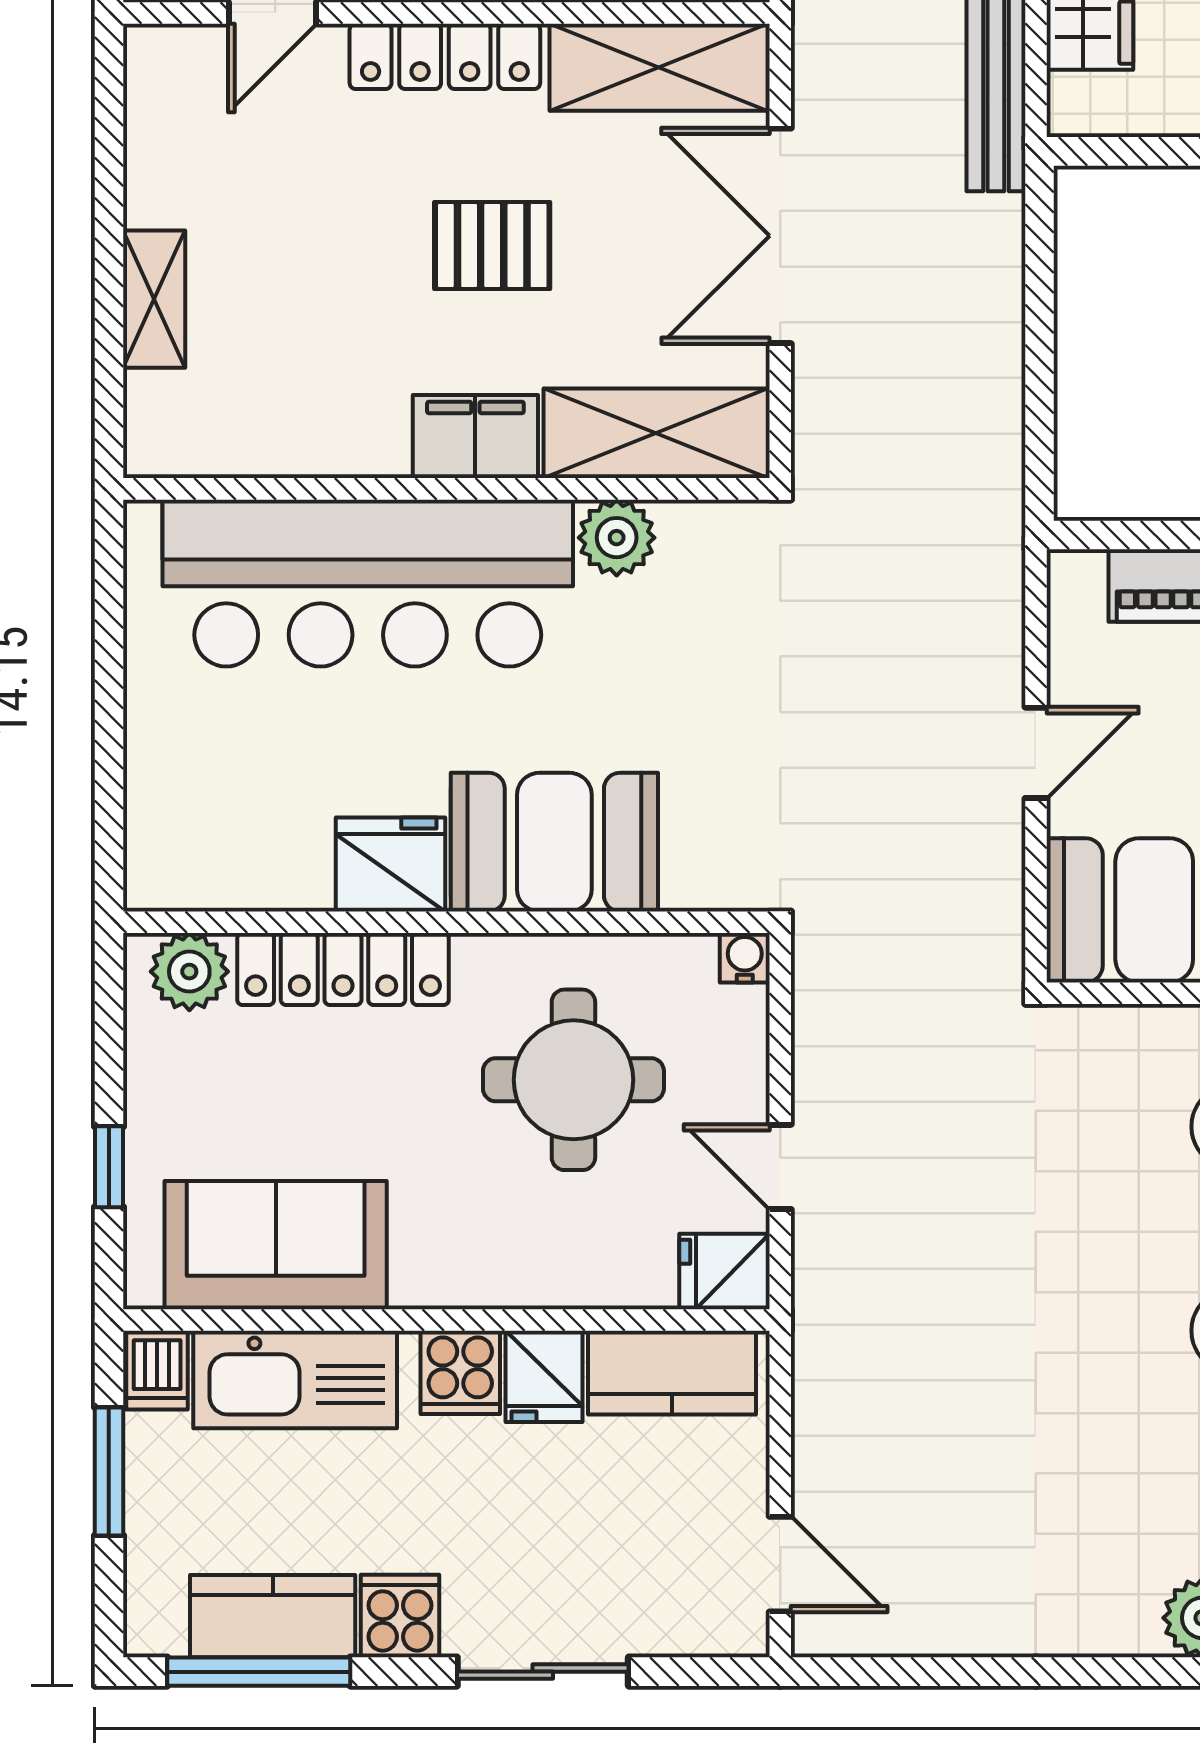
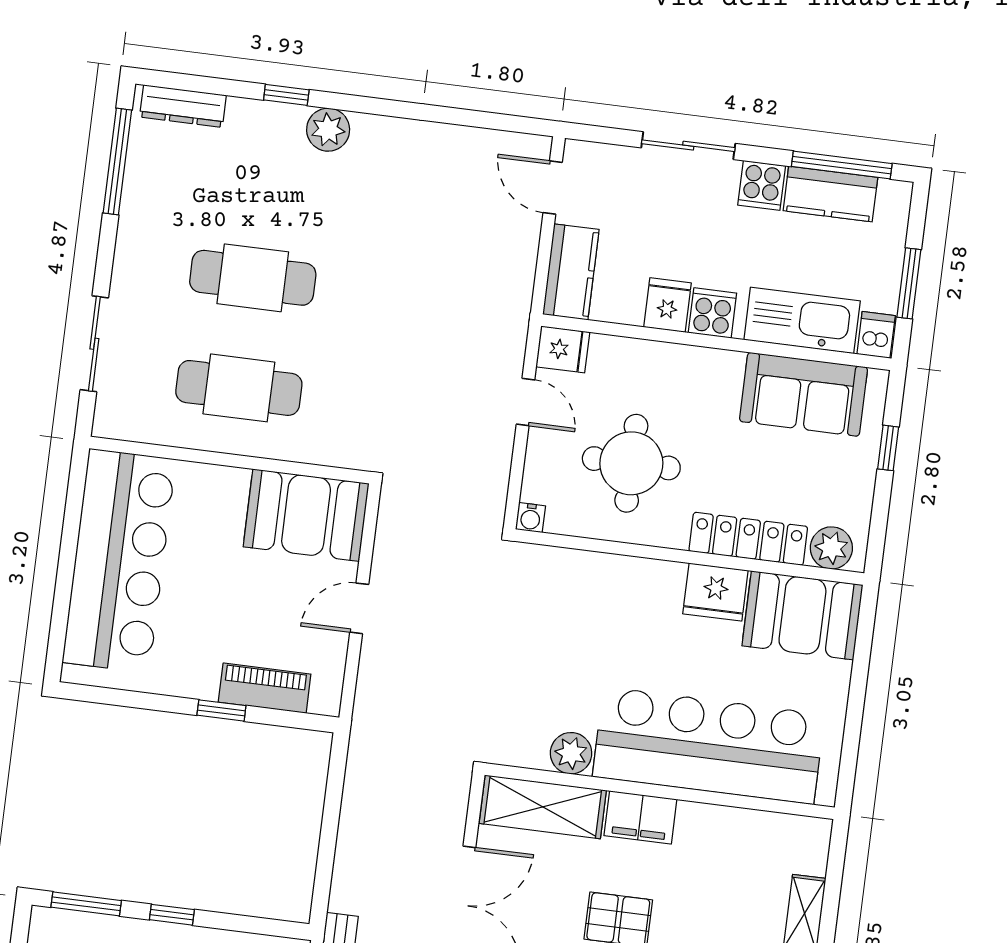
booth: (554, 842) -> (802, 615), moved
kitchen counter: (672, 1373) -> (571, 272), moved, turned 90

